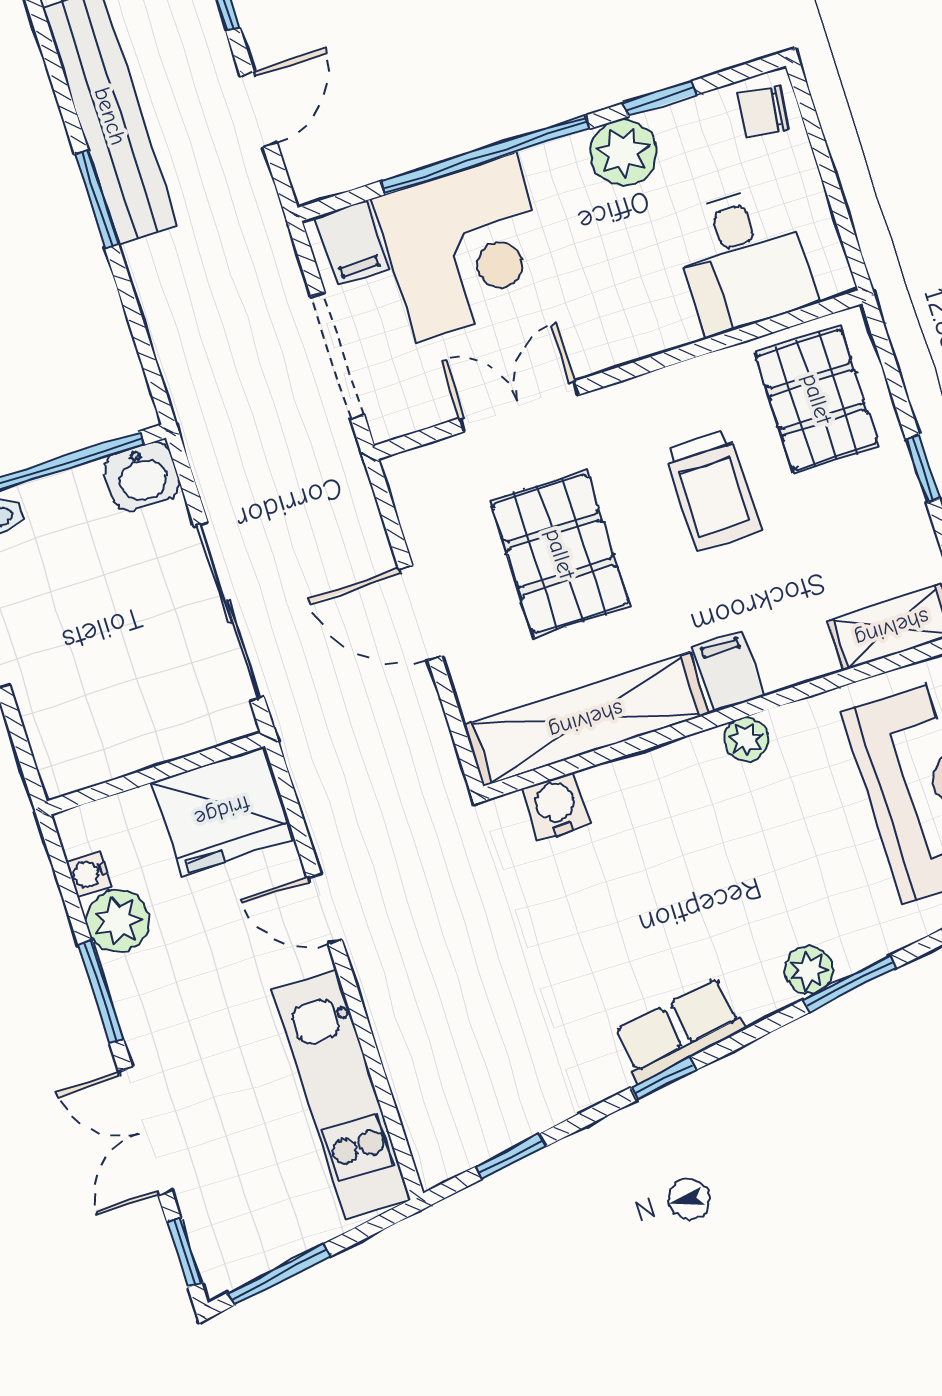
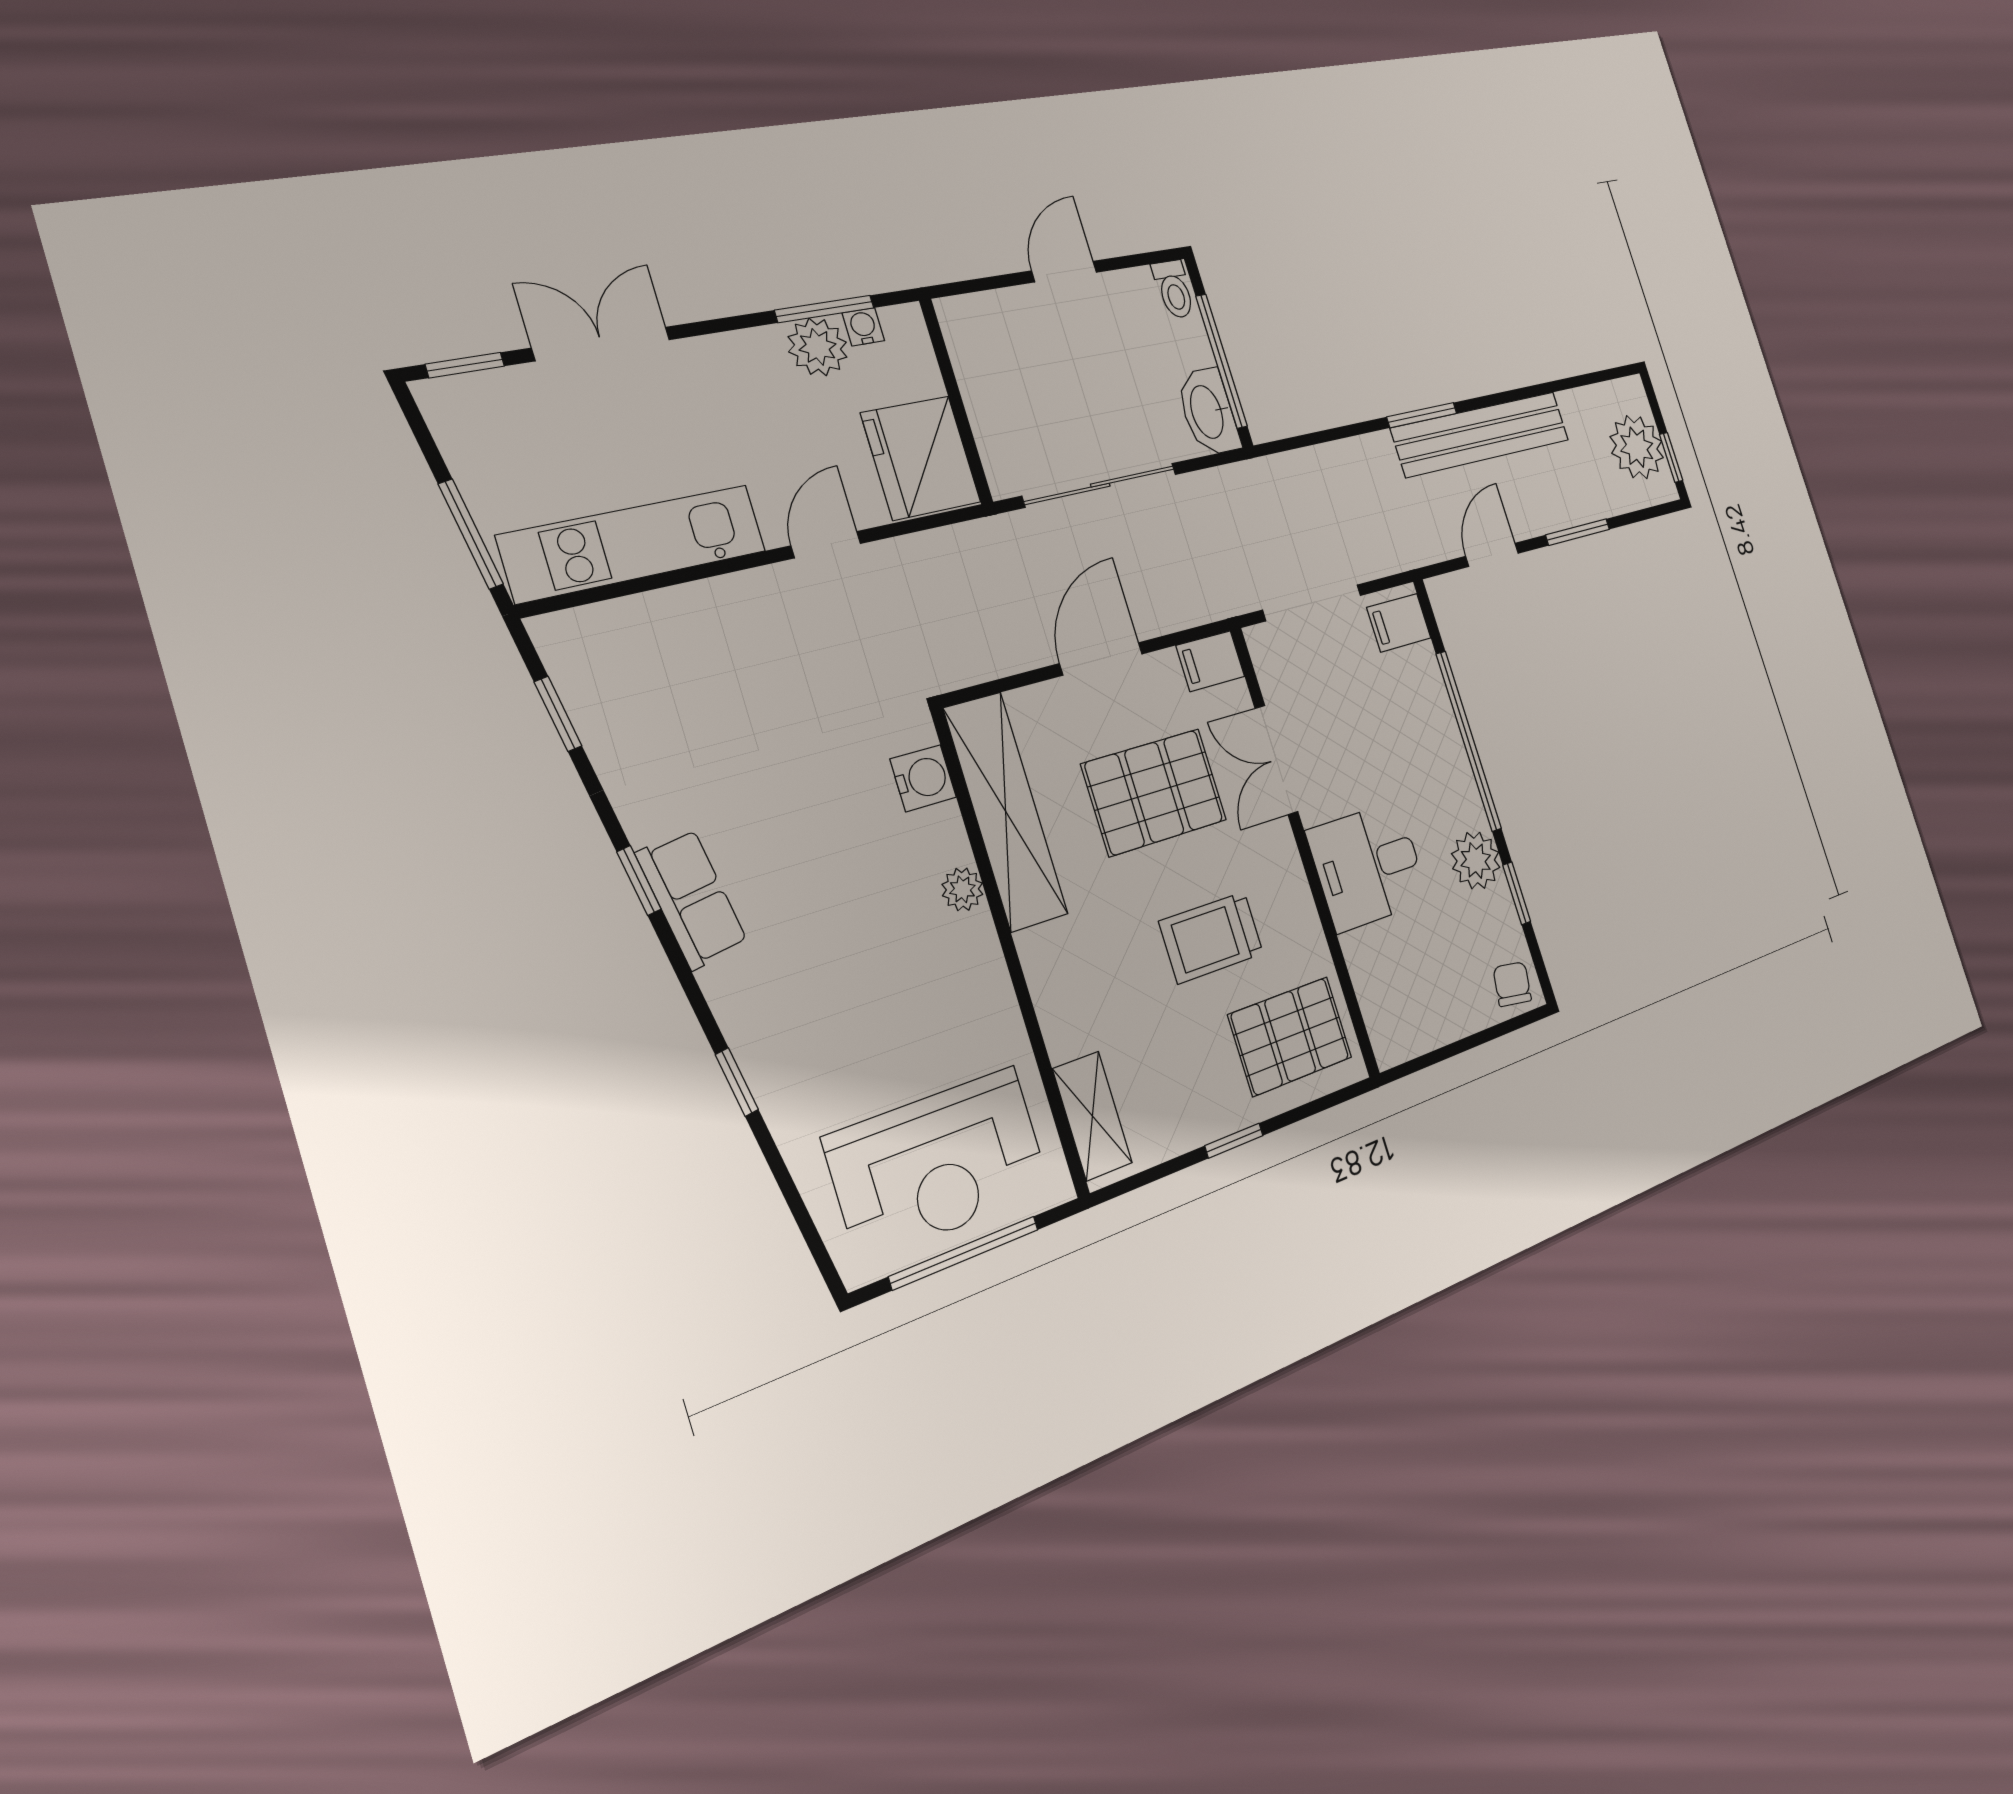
door: (259, 109) -> (1492, 555), swing flipped
corner desk: (466, 248) -> (1399, 720), removed
desk: (744, 260) -> (1368, 866), moved
double door: (519, 407) -> (1276, 760), swing flipped
washbasin: (142, 476) -> (1208, 412), width x1.38
filing cabinet: (728, 671) -> (1210, 661), moved, turned 180
plant: (746, 739) -> (962, 889), moved
plant: (809, 970) -> (753, 1038), removed
window: (849, 984) -> (737, 1082), width x0.67
window: (101, 992) -> (825, 309), moved
window: (279, 1275) -> (471, 534), moved

